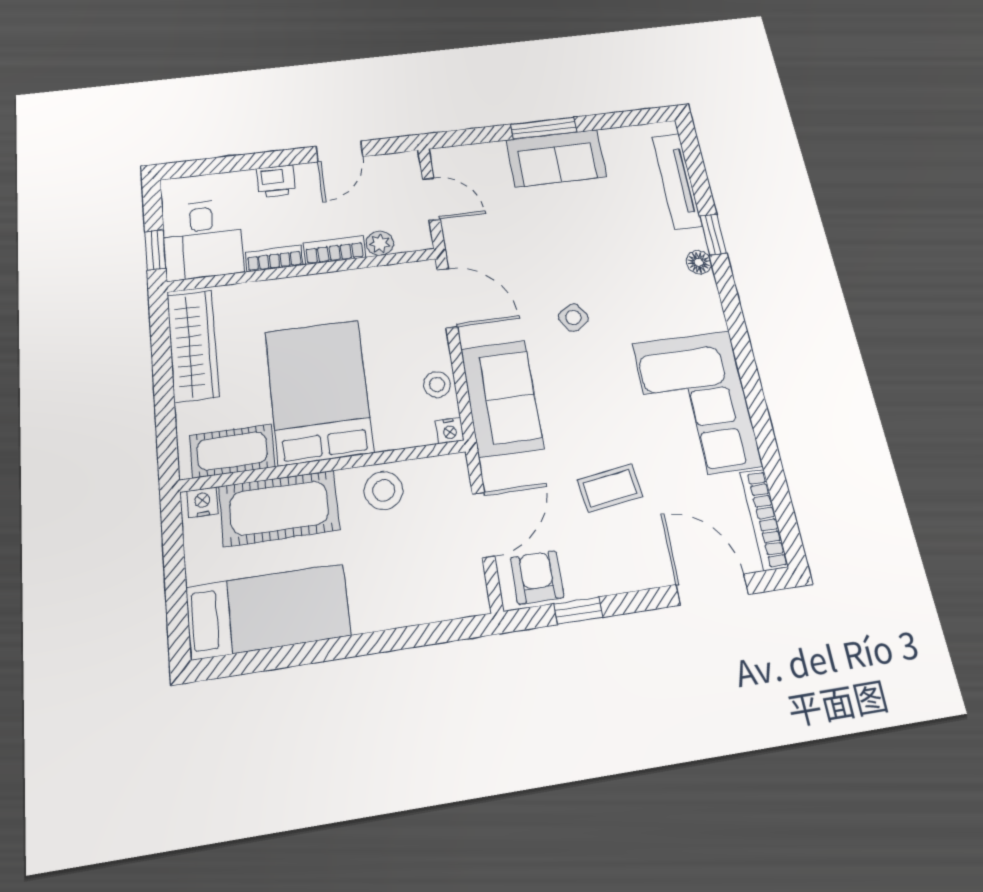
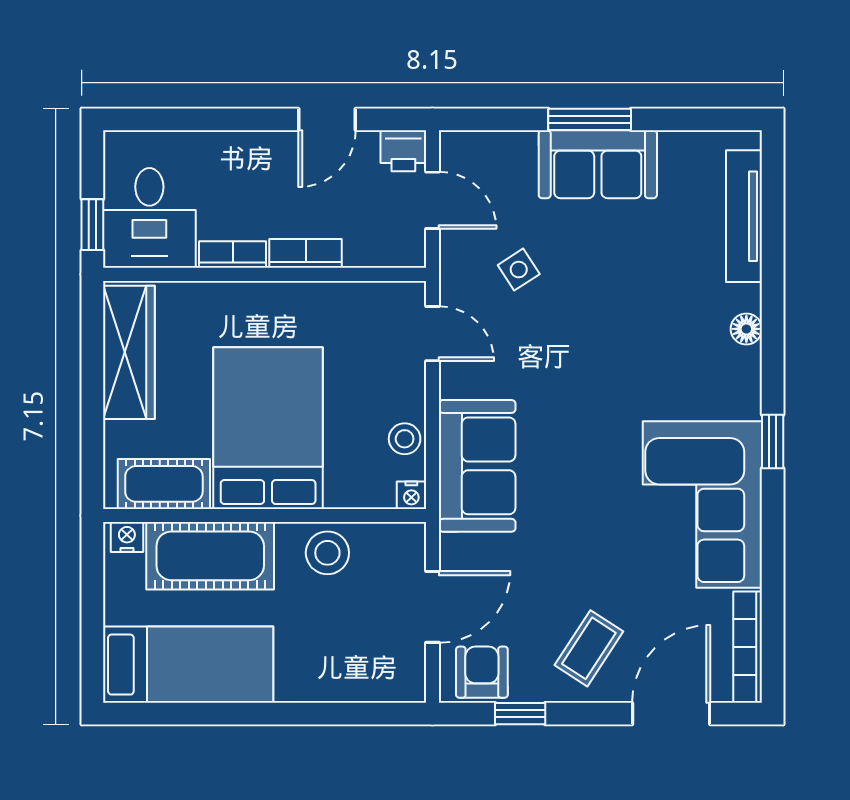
printer: (276, 181) -> (403, 151), moved
window: (713, 235) -> (773, 441), moved
plant: (380, 243) -> (361, 252), removed
door: (447, 298) -> (432, 334), width x0.73
side table: (573, 318) -> (519, 270), moved
coffee table: (610, 488) -> (589, 648), moved, turned -49
door: (712, 590) -> (671, 714), hinge flipped

